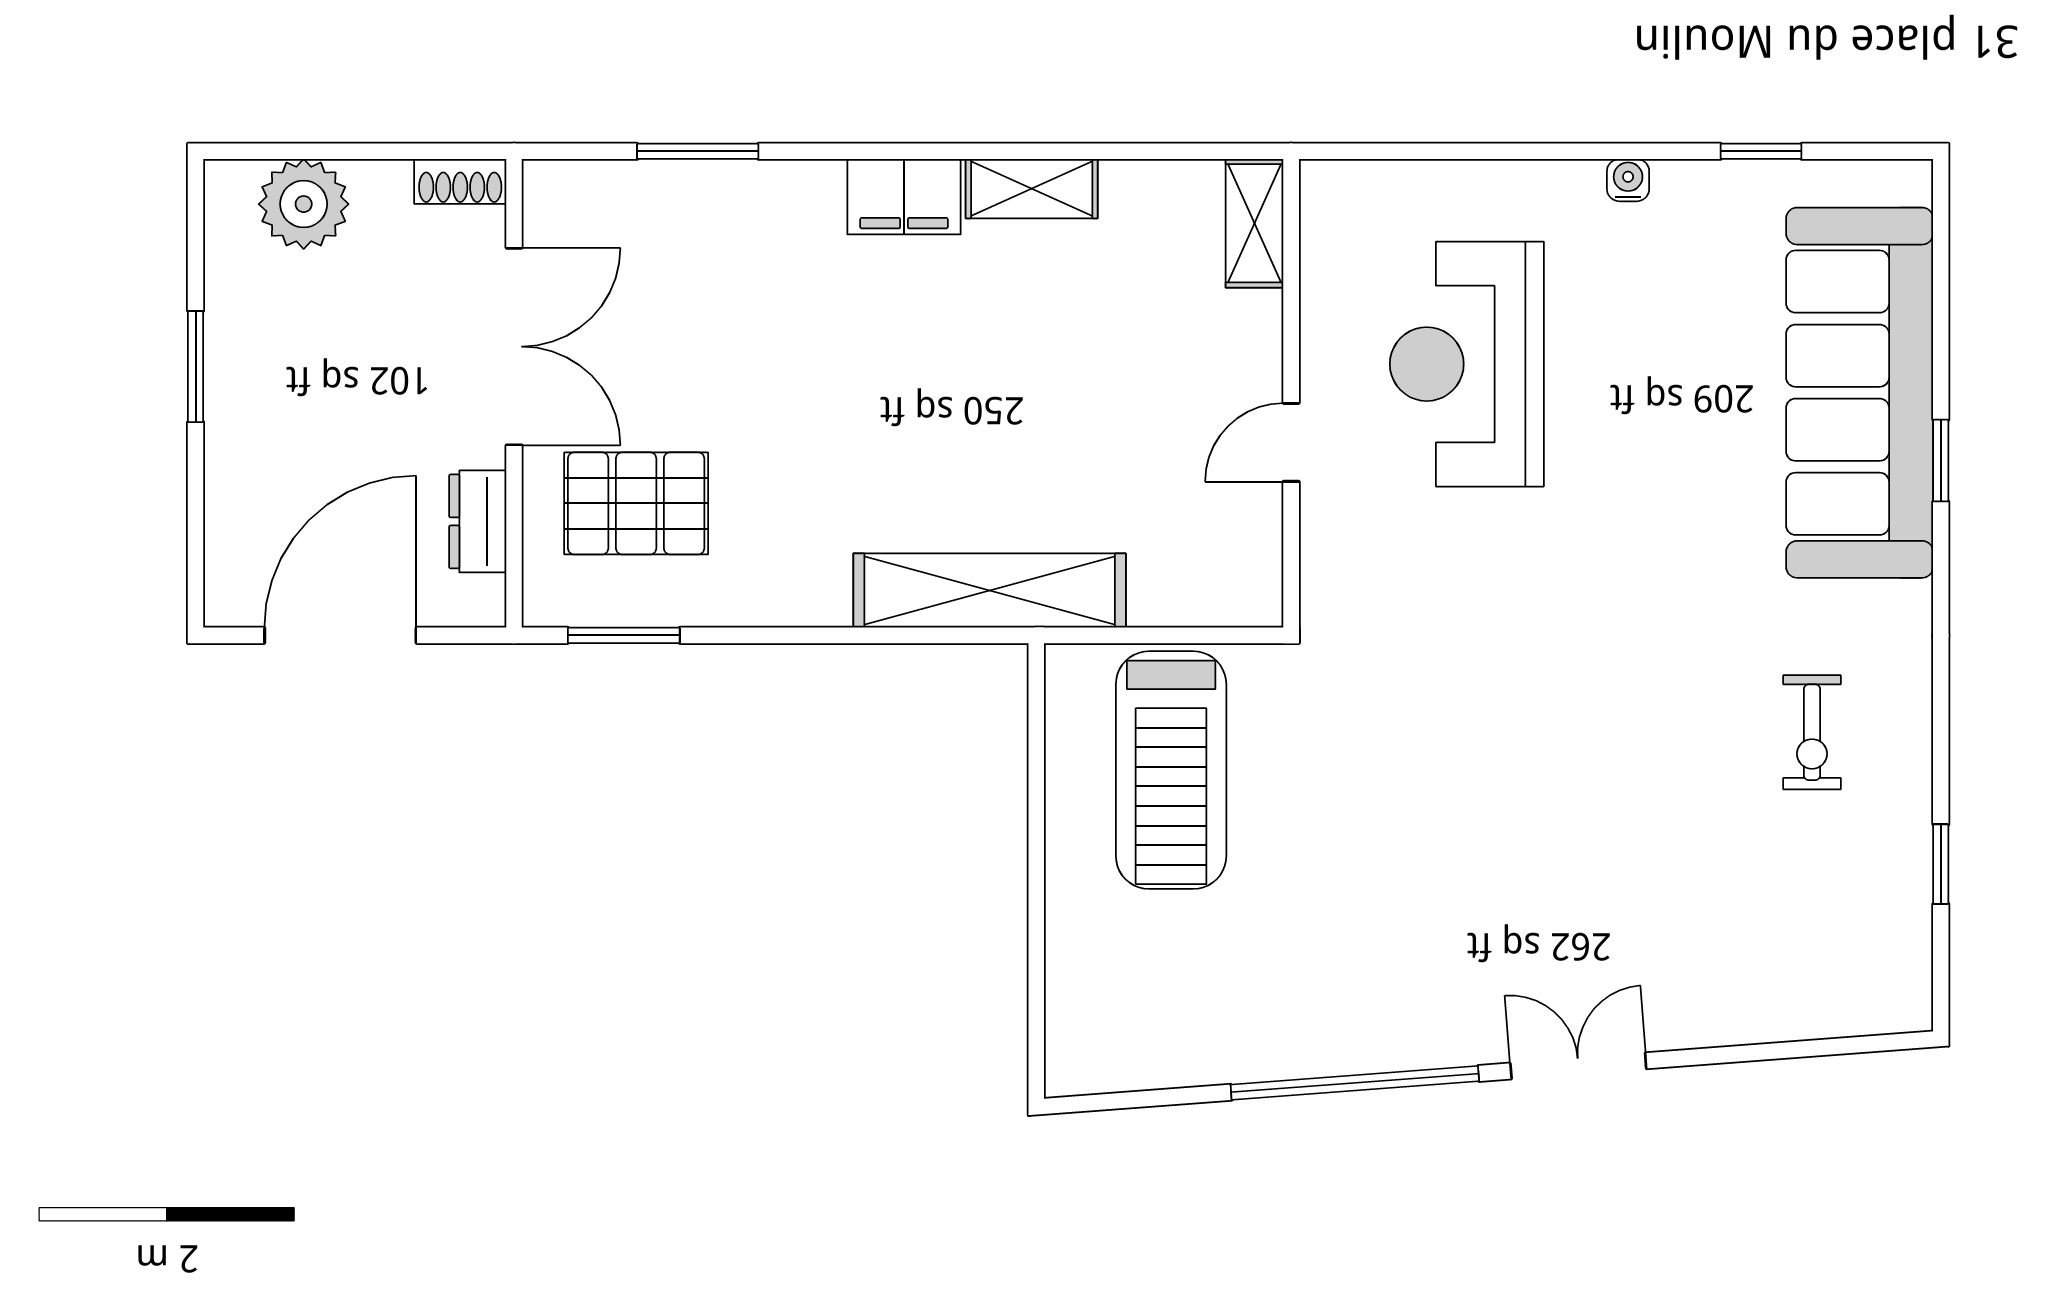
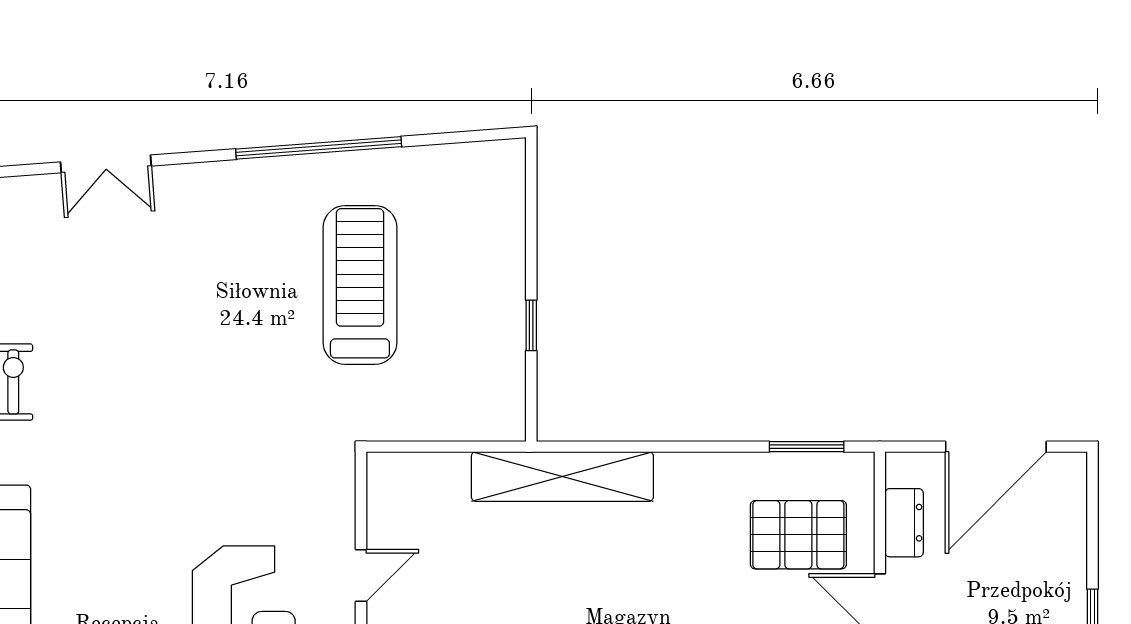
treadmill: (1171, 770) -> (360, 285), moved
window: (1036, 817) -> (531, 325), added
double door: (1578, 1066) -> (106, 164), moved

